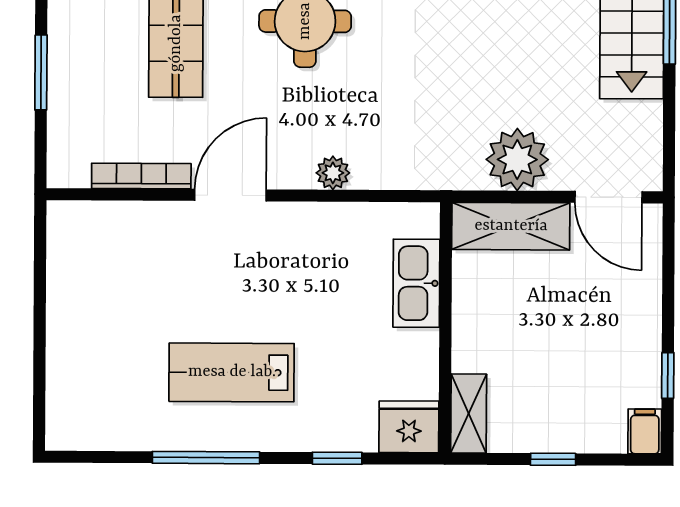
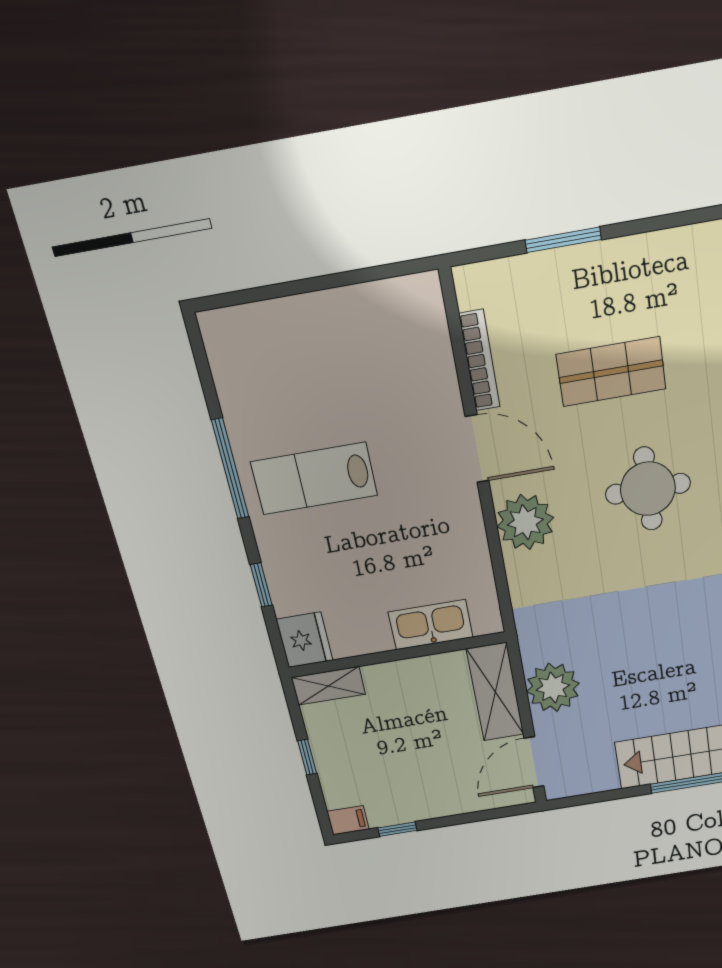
plant: (333, 173) -> (525, 522), width x1.87, depth x1.87
lab bench: (232, 372) -> (314, 479), turned -90

